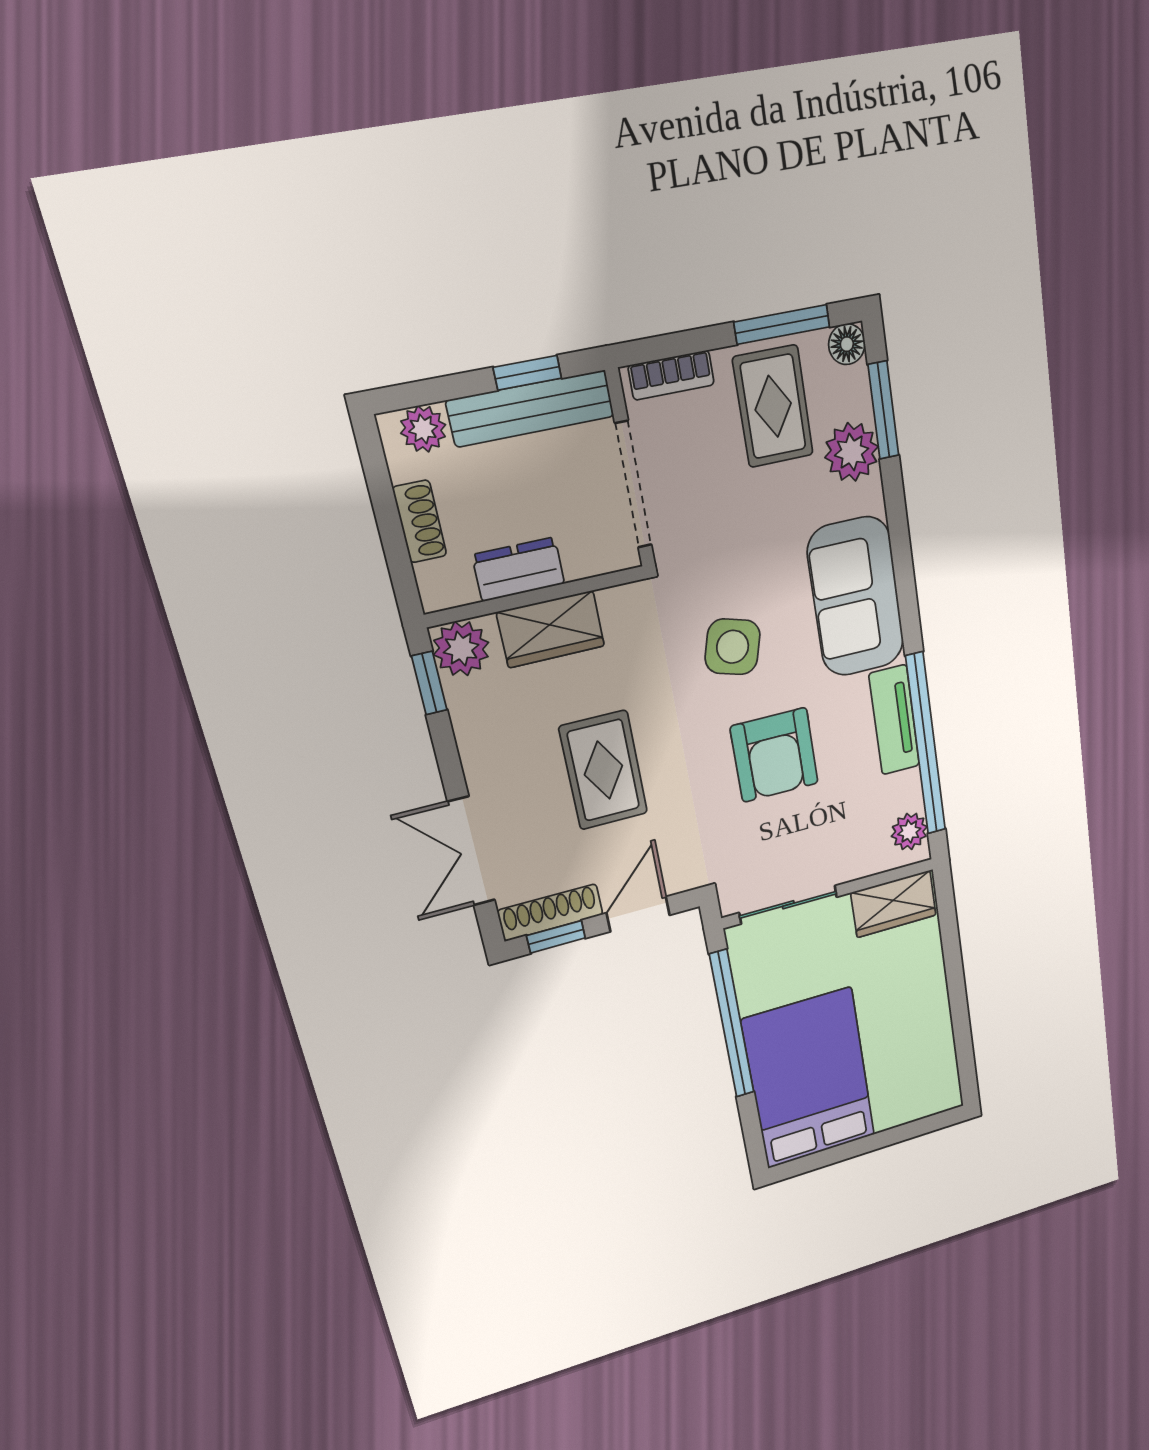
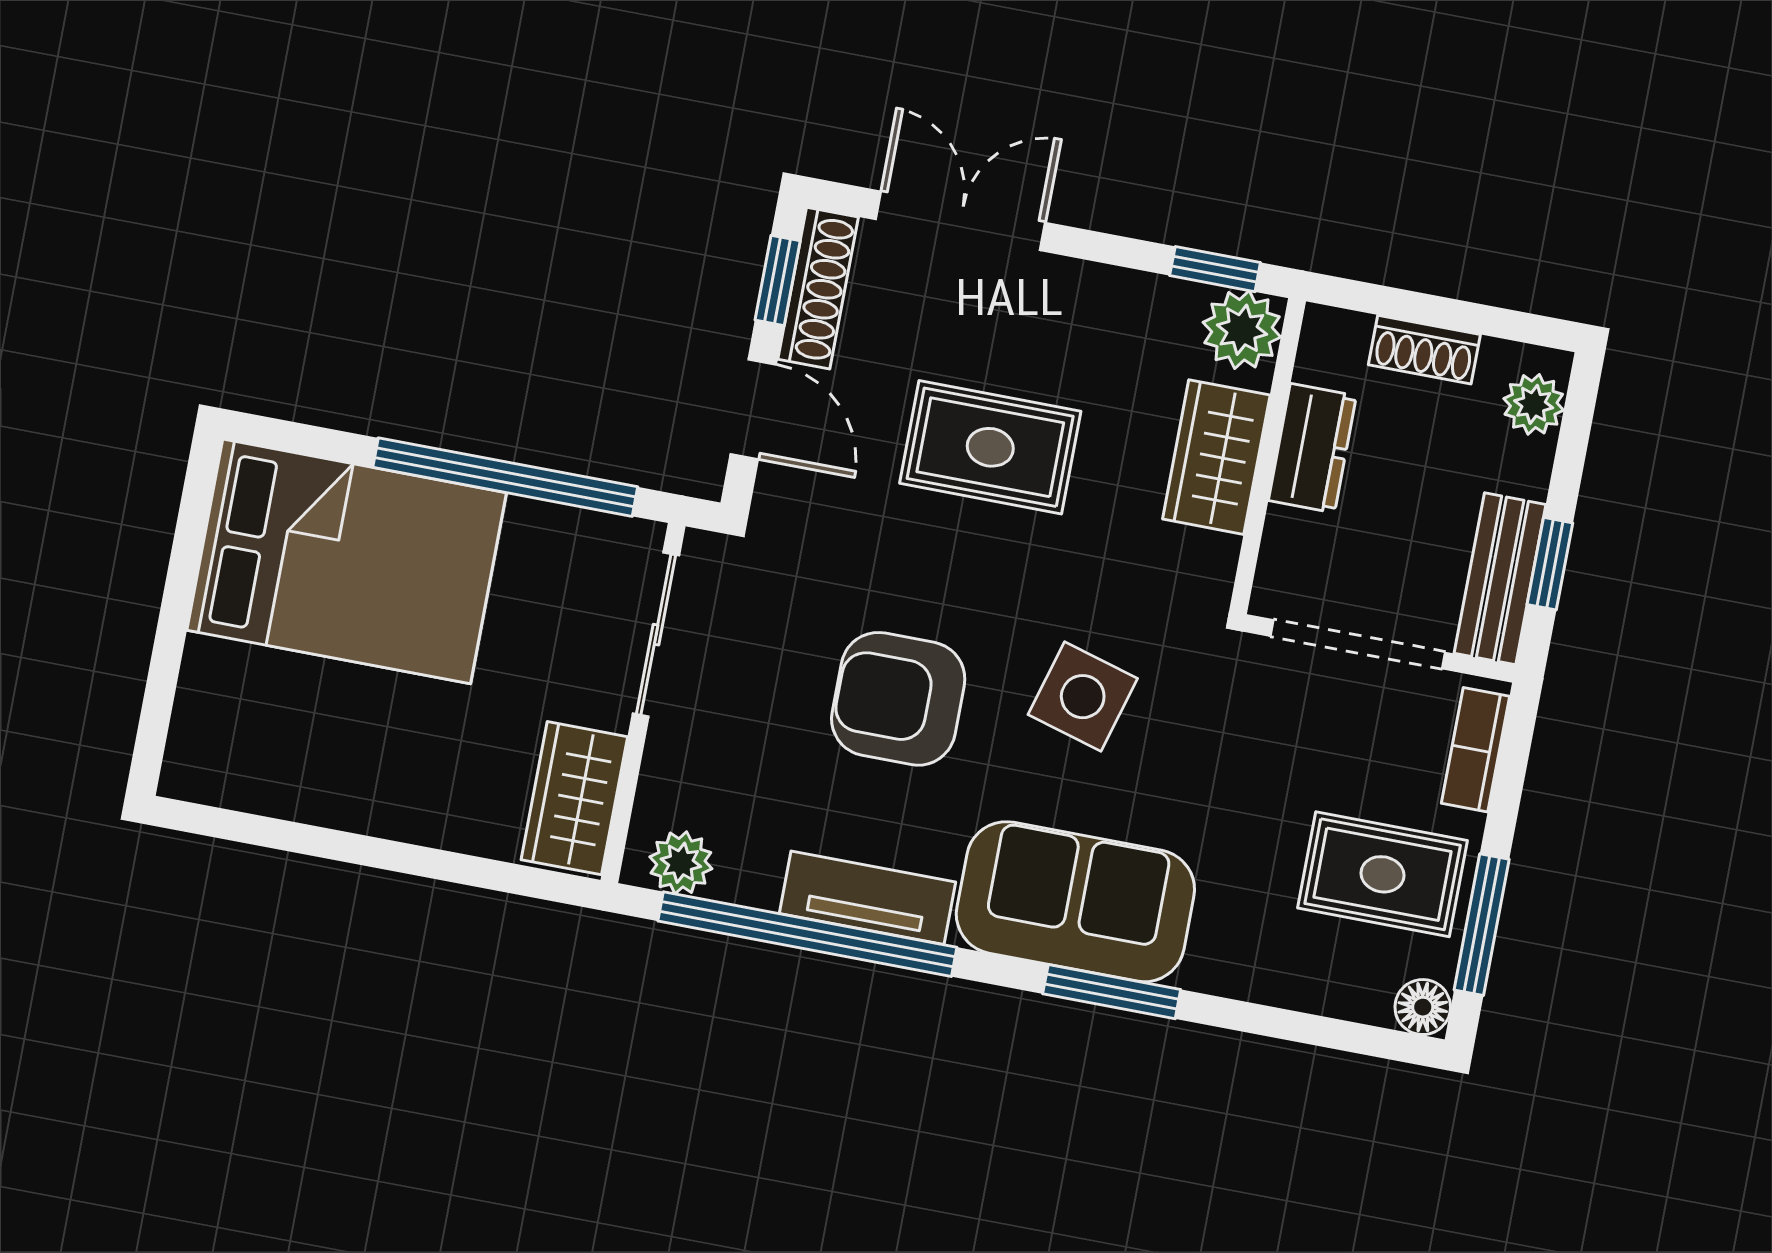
bench: (531, 408) -> (1500, 579), width x0.73
window: (883, 410) -> (1112, 992), moved
plant: (852, 452) -> (1279, 965), removed

